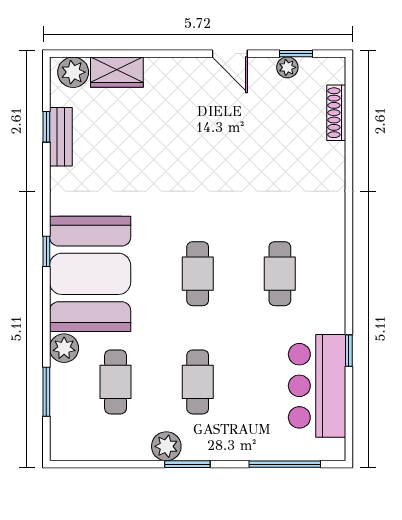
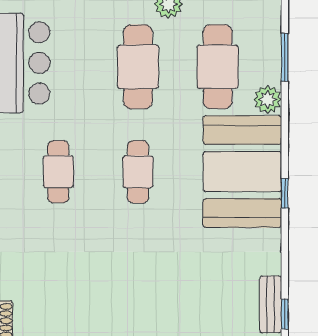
cafe table: (116, 382) -> (218, 67), width x1.37, depth x1.35
cafe table: (198, 382) -> (138, 67), width x1.37, depth x1.35

